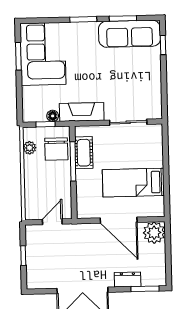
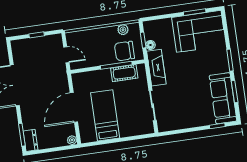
plant: (154, 233) -> (72, 140), width x0.53, depth x0.53
dresser: (128, 279) -> (31, 140), moved

